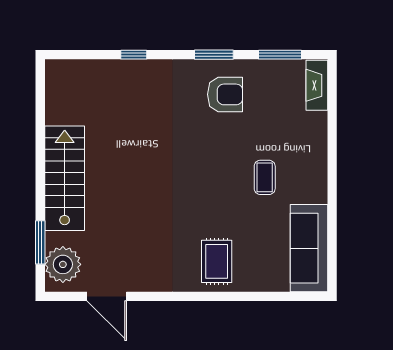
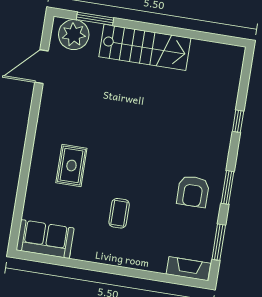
coffee table: (265, 177) -> (119, 213), turned 90
sofa: (309, 248) -> (45, 239), width x0.73
rug: (217, 261) -> (71, 166), moved, turned 90

